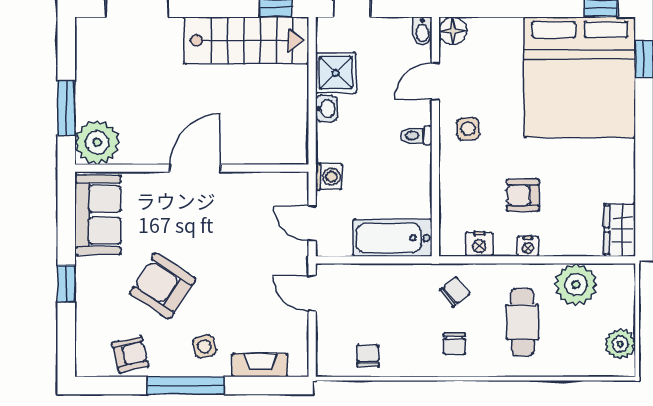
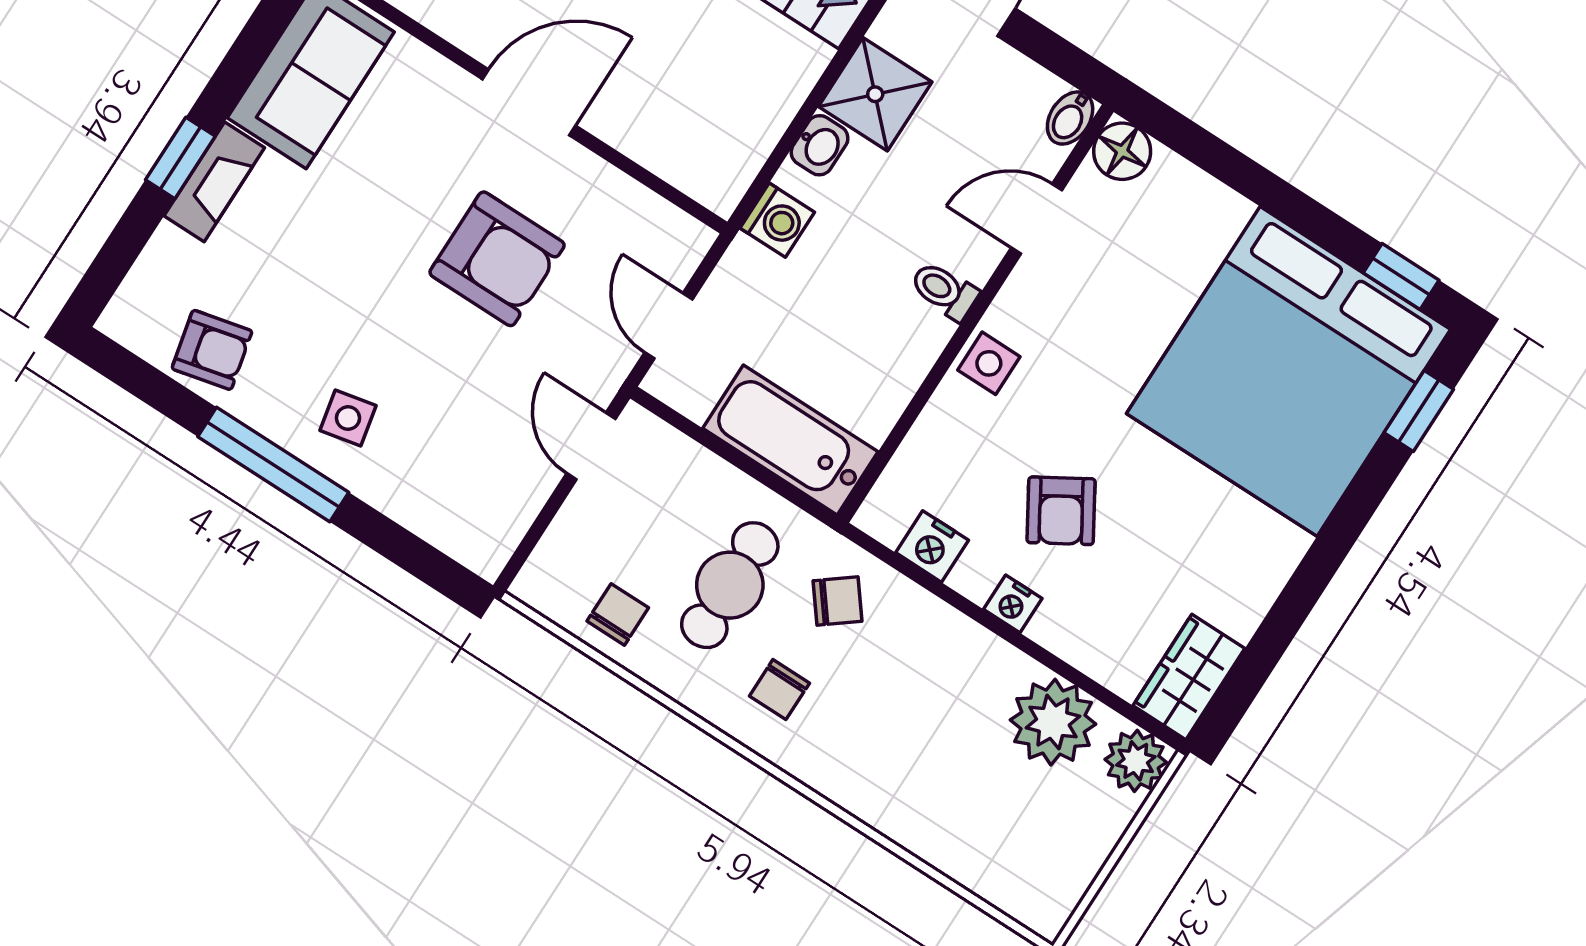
side table: (468, 129) -> (989, 363), moved
washing machine: (329, 177) -> (777, 220), moved
armchair: (523, 195) -> (1061, 511), turned -121
armchair: (162, 286) -> (497, 259), moved, turned 147
cafe table: (522, 322) -> (730, 585), moved
plant: (620, 344) -> (1136, 761), moved
fireplace: (260, 365) -> (214, 182), moved, turned 90

